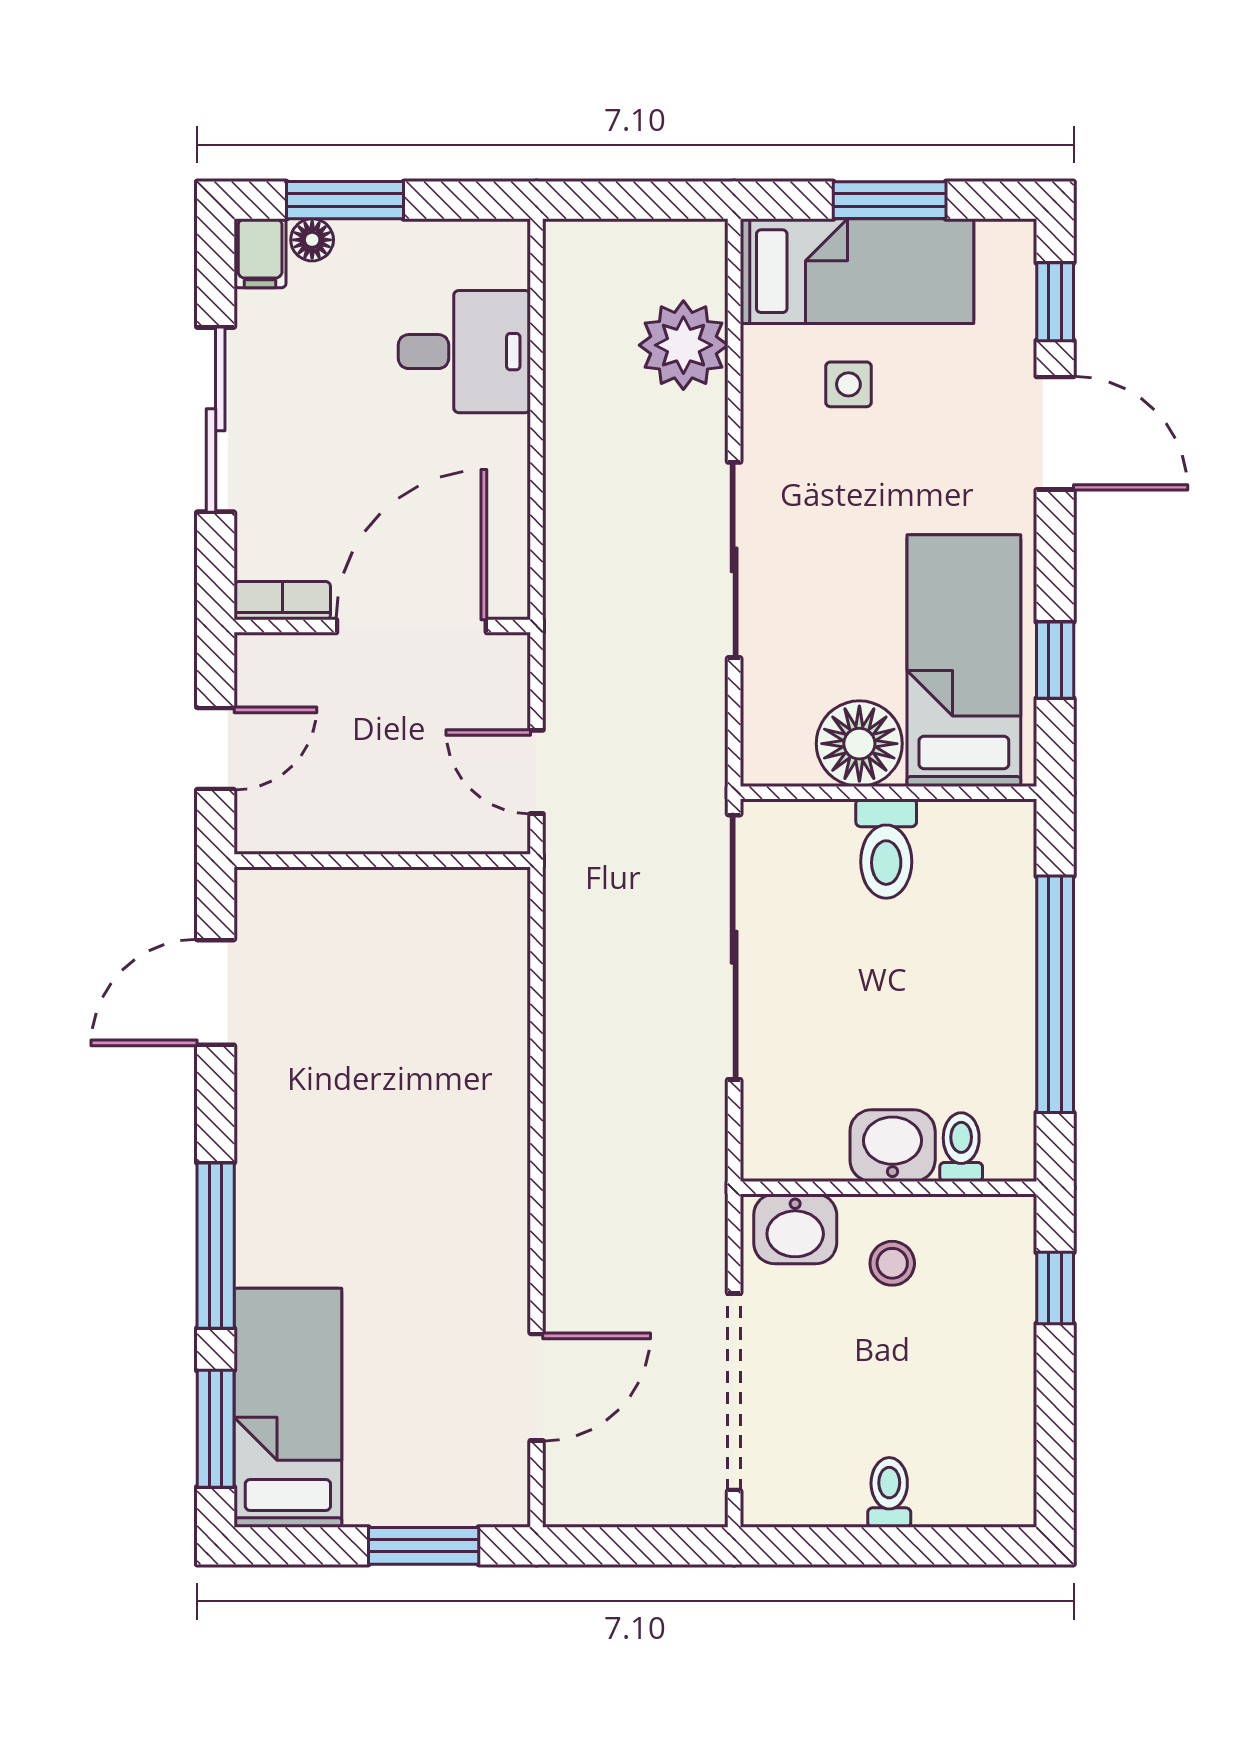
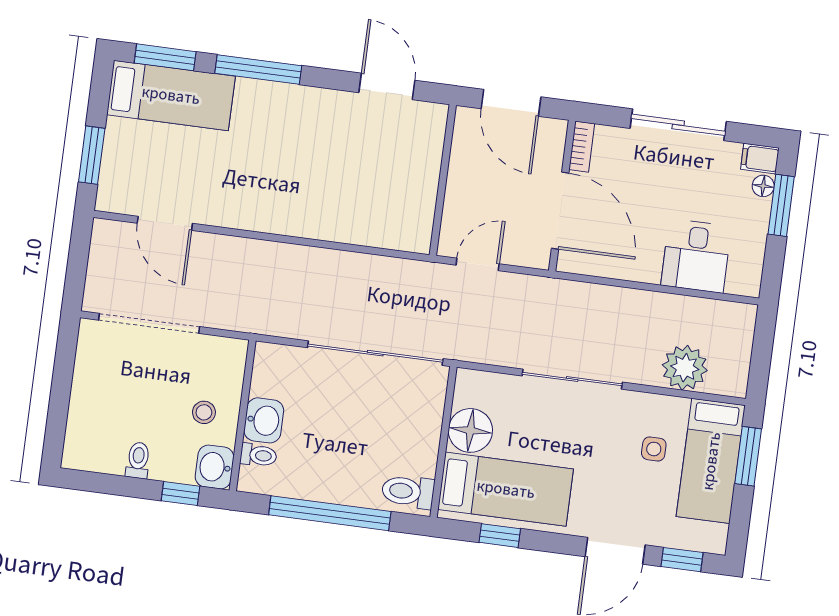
window: (890, 200) -> (748, 456), moved
door: (216, 748) -> (511, 103), width x1.38
toilet: (886, 849) -> (408, 492), moved
washbasin: (795, 1229) -> (215, 467), moved
toilet: (889, 1492) -> (138, 460), moved, turned -90

